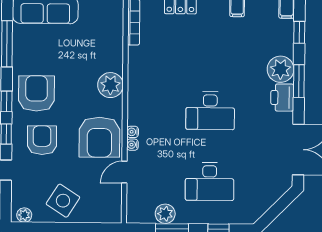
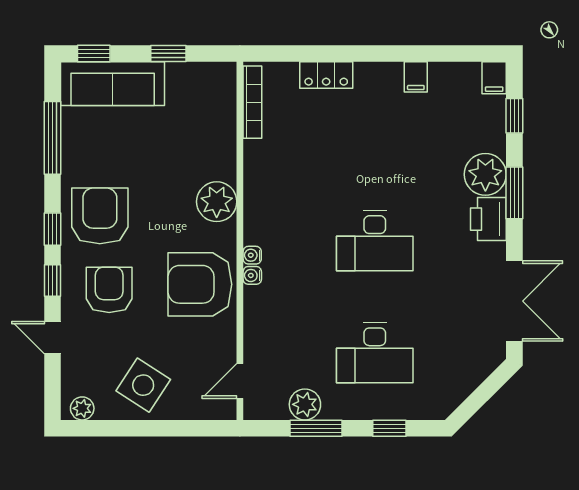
armchair: (99, 137) -> (200, 284), turned 90
water cooler: (132, 145) -> (252, 255), moved
door: (124, 172) -> (240, 381), moved

